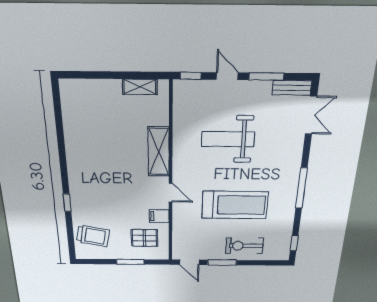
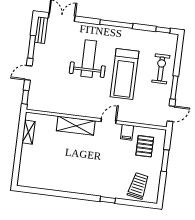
weight bench: (228, 139) -> (89, 59), moved, turned 180
treadmill: (235, 205) -> (124, 74), turned 180
exercise bike: (244, 246) -> (161, 69), turned 180

